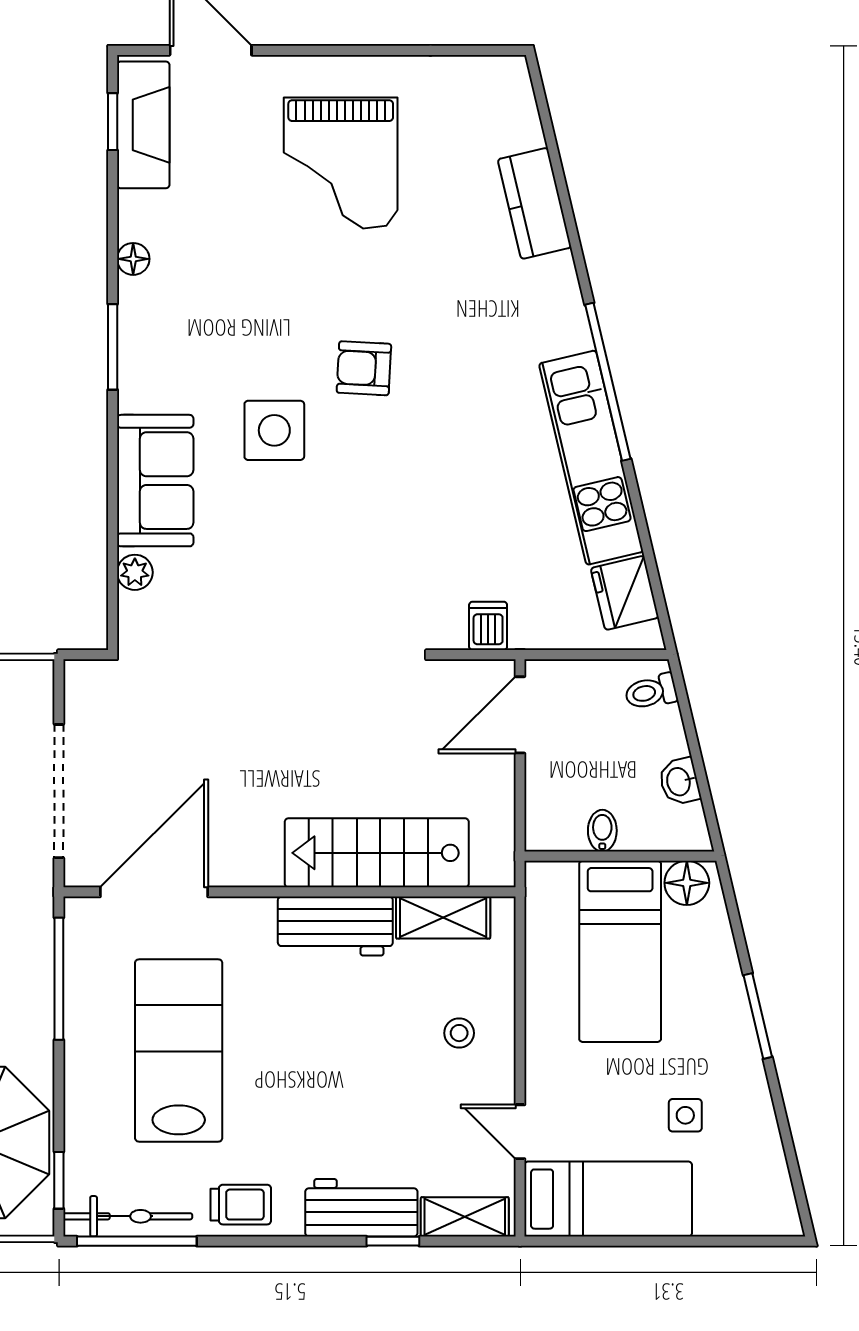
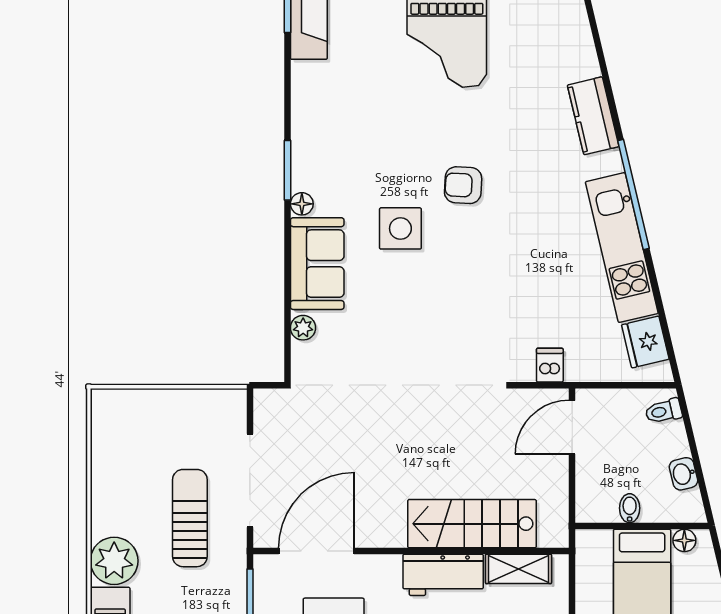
kitchen counter: (535, 203) -> (593, 116), moved
floor lamp: (133, 259) -> (302, 204), moved
floor lamp: (687, 883) -> (684, 540), width x0.73, depth x0.73

